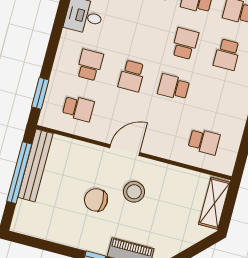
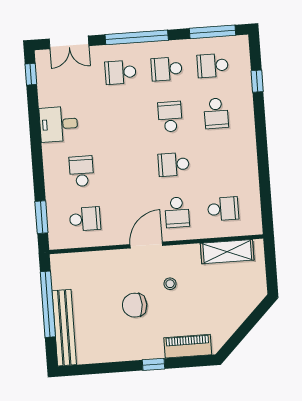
school desk: (132, 76) -> (177, 212), moved
bench: (35, 165) -> (64, 328), moved
stool: (134, 192) -> (170, 284), width x0.53, depth x0.53
shelving: (214, 203) -> (227, 252), moved, turned 90

